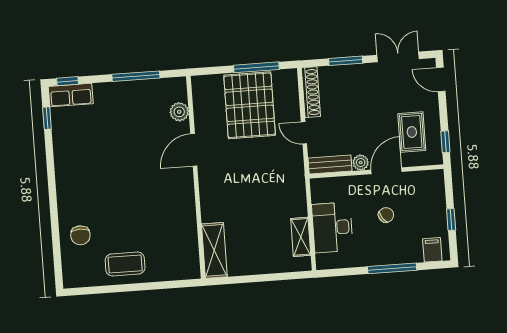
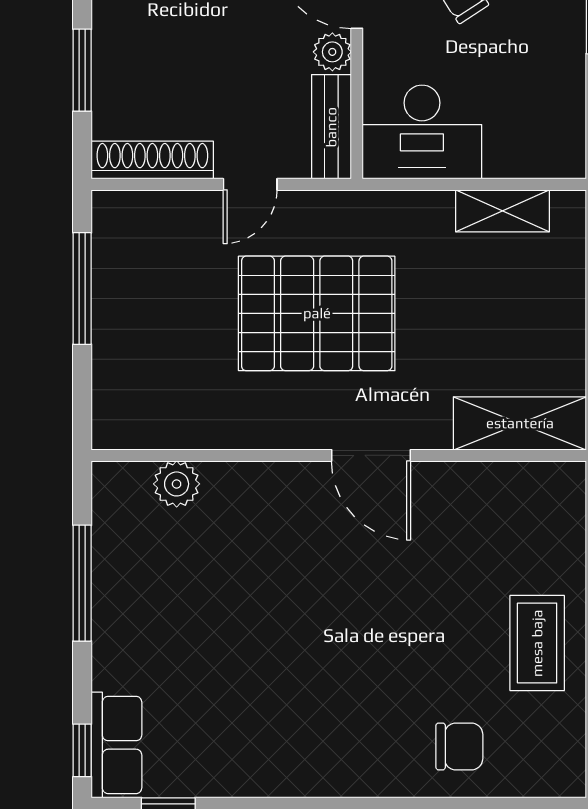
pallet: (250, 105) -> (317, 313), moved
door: (194, 150) -> (371, 455), moved
desk: (332, 227) -> (422, 132), moved

